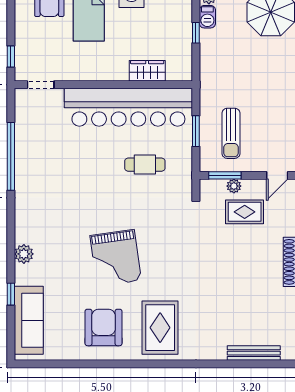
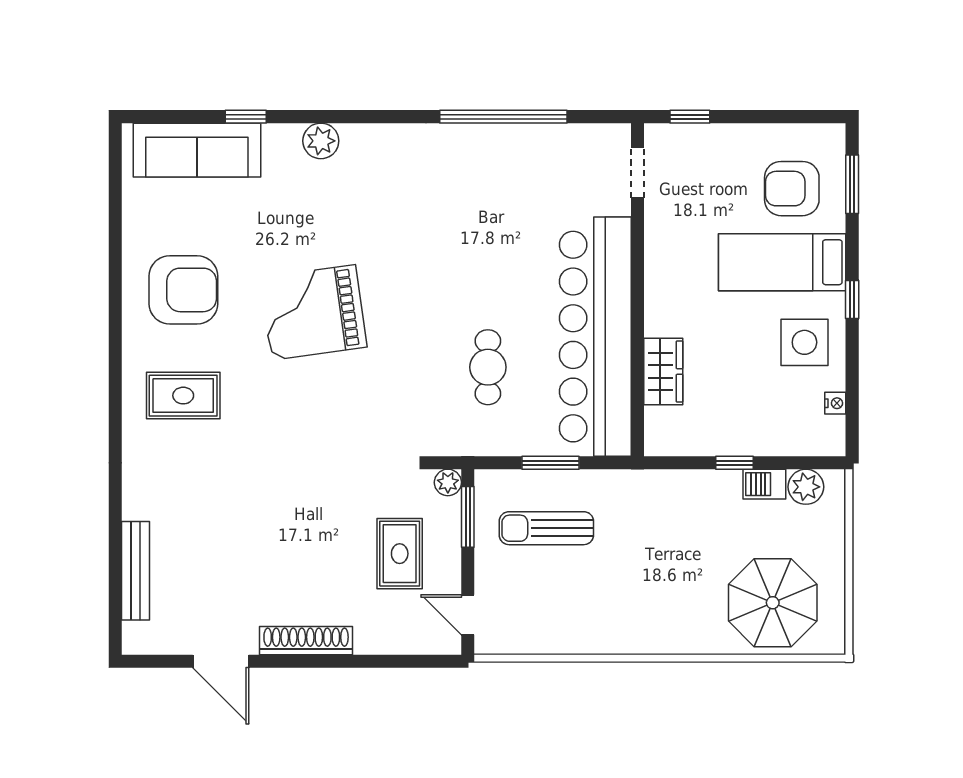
plant: (234, 186) -> (448, 482), moved
rug: (160, 328) -> (183, 396), width x0.73, depth x0.70

